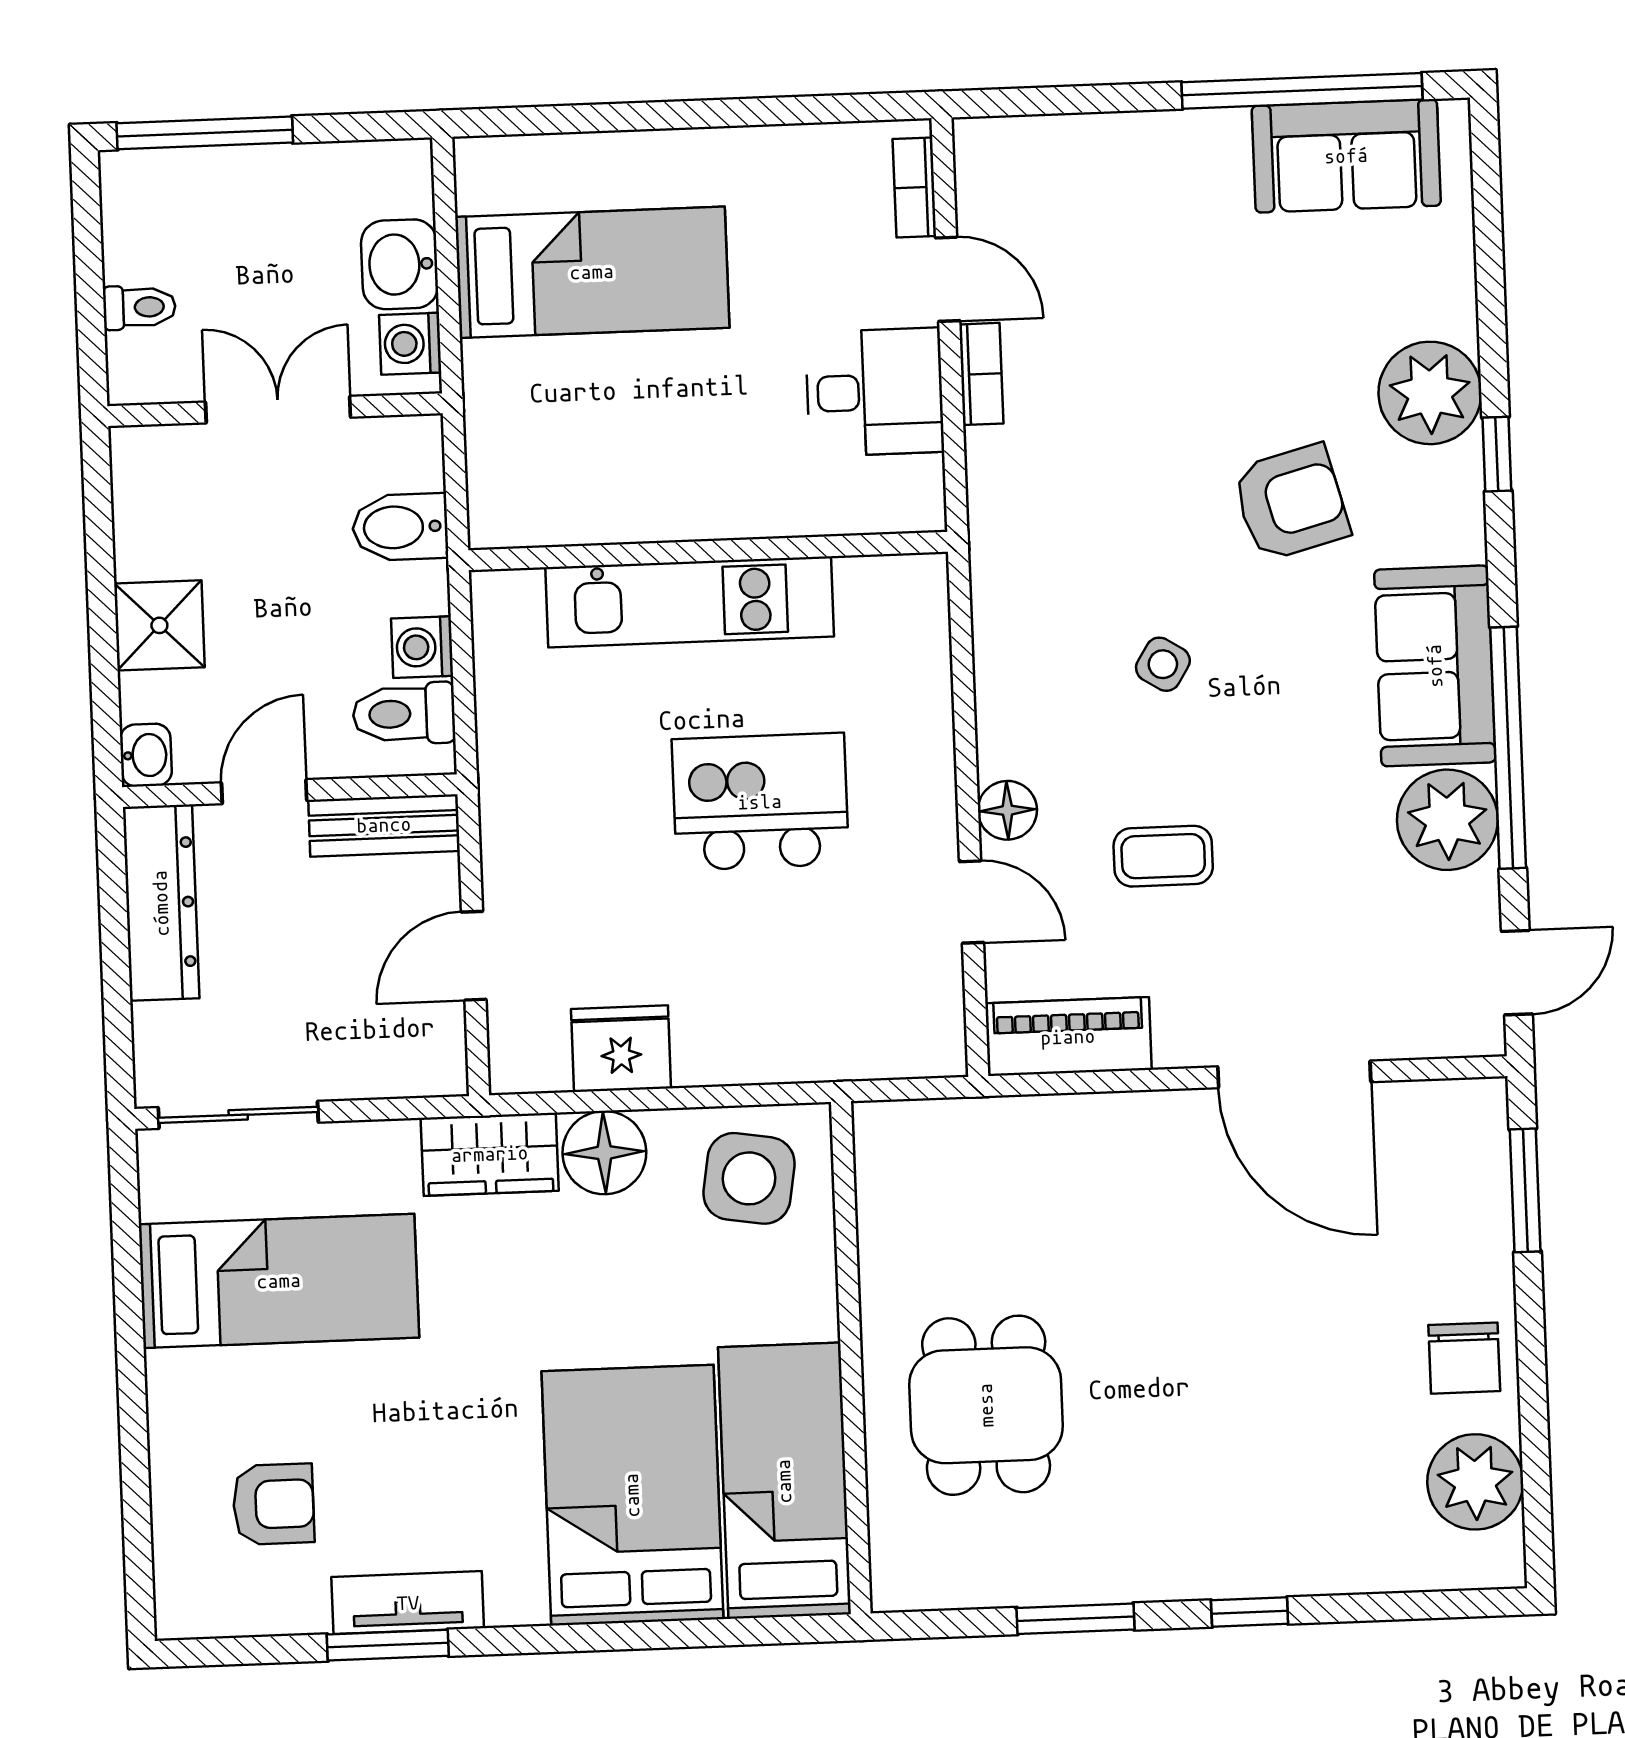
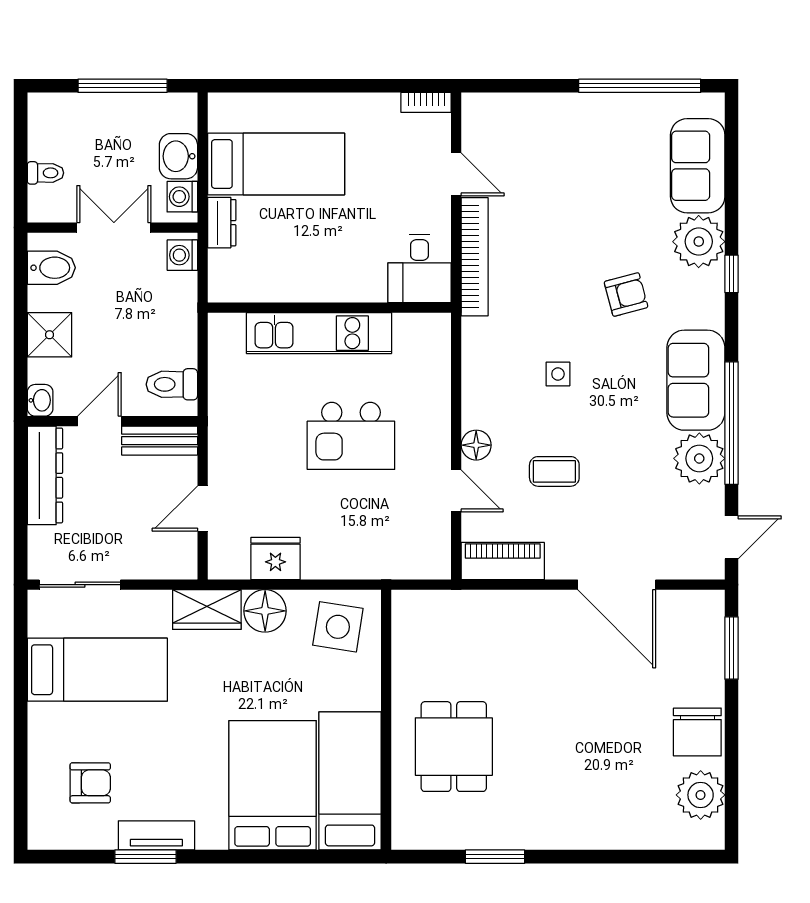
window: (205, 133) -> (123, 86), moved
sofa: (1346, 156) -> (698, 166), moved, turned 90
bookcase: (914, 188) -> (426, 102), moved, turned -90
bookcase: (981, 374) -> (475, 257), width x2.31, depth x1.31
dresser: (490, 392) -> (222, 223), added
desk: (875, 392) -> (419, 268), moved, turned 90
armchair: (1291, 503) -> (626, 294), width x0.72, depth x0.72
bidet: (400, 527) -> (51, 268), moved, turned 180
washing machine: (422, 647) -> (182, 255), moved
side table: (1163, 664) -> (558, 374), turned -32
kitchen island: (760, 802) -> (351, 436), turned 180
chair: (1464, 1358) -> (697, 732), width x1.37, depth x1.37
window: (1250, 1612) -> (583, 857), removed

